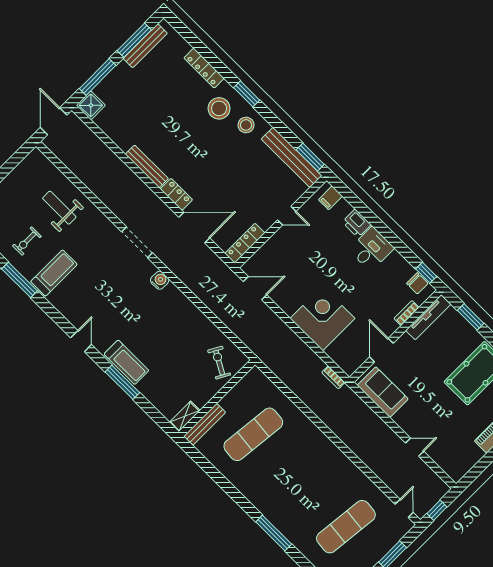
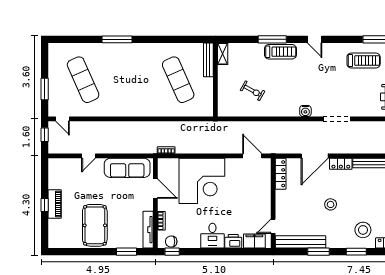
stool: (246, 125) -> (331, 204), moved
window: (310, 157) -> (318, 252), moved
filing cabinet: (330, 198) -> (254, 241), width x2.00
door: (287, 216) -> (273, 226), moved
treadmill: (54, 273) -> (364, 61), turned -90
door: (255, 288) -> (252, 156), swing flipped
corner desk: (322, 318) -> (202, 181), width x1.36, depth x1.36
treadmill: (126, 362) -> (280, 52), turned 180
exercise bike: (219, 363) -> (253, 91), moved
sofa: (383, 392) -> (127, 168), width x1.36
exercise mat: (253, 434) -> (178, 80), turned -30
exercise mat: (346, 527) -> (83, 80), turned -30

